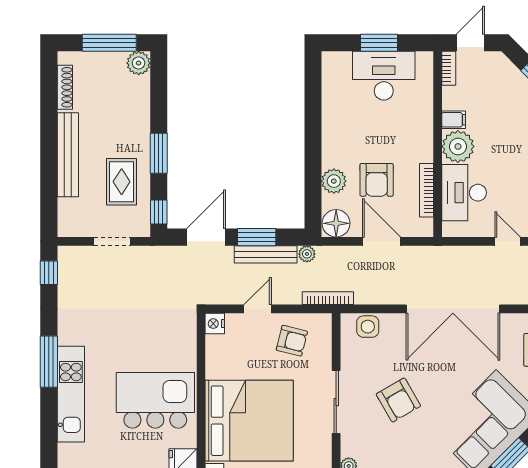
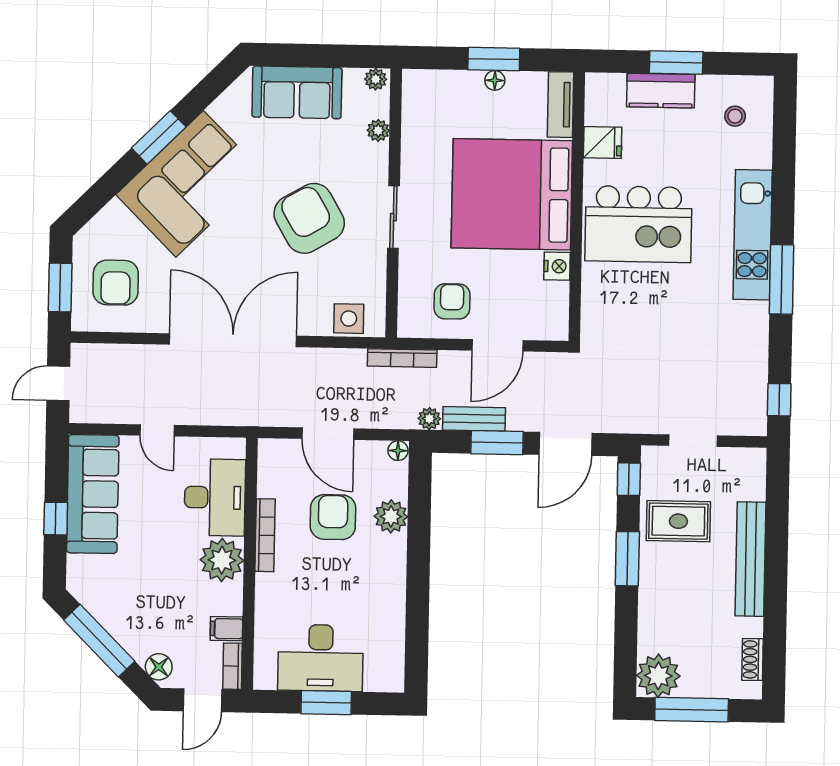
plant: (139, 63) -> (658, 676), width x1.36, depth x1.36
floor lamp: (503, 67) -> (159, 667), added
shoe rack: (65, 87) -> (753, 659), width x0.70
filing cabinet: (454, 120) -> (226, 629), moved
rug: (122, 182) -> (678, 521), turned 90
bookcase: (427, 190) -> (265, 535), moved
floor lamp: (336, 223) -> (398, 451), width x0.53, depth x0.53
bench: (266, 254) -> (474, 419), width x0.73
door: (258, 309) -> (498, 345), width x1.38
nightstand: (215, 324) -> (557, 266), moved
armchair: (292, 341) -> (452, 301), turned 76
armchair: (398, 400) -> (309, 218), width x1.36, depth x1.36
sliding door: (336, 402) -> (393, 217), width x0.73

